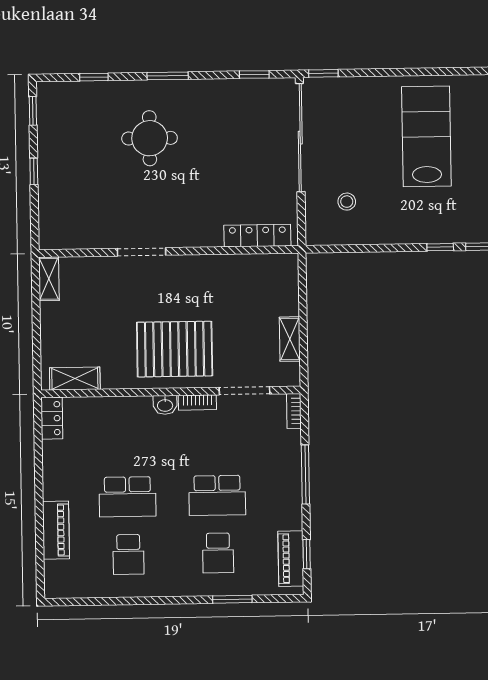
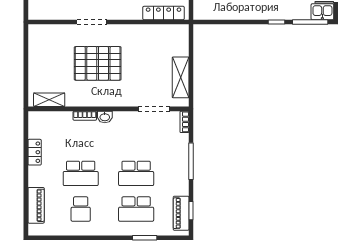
shelving: (49, 279) -> (34, 38), removed
shelving: (290, 339) -> (181, 77), width x1.50, depth x1.33
pallet: (175, 349) -> (98, 63), moved
bookcase: (197, 402) -> (85, 116), moved
locker: (52, 418) -> (35, 152), moved
piano: (56, 530) -> (36, 205), moved
school desk: (218, 553) -> (136, 209), width x1.85

